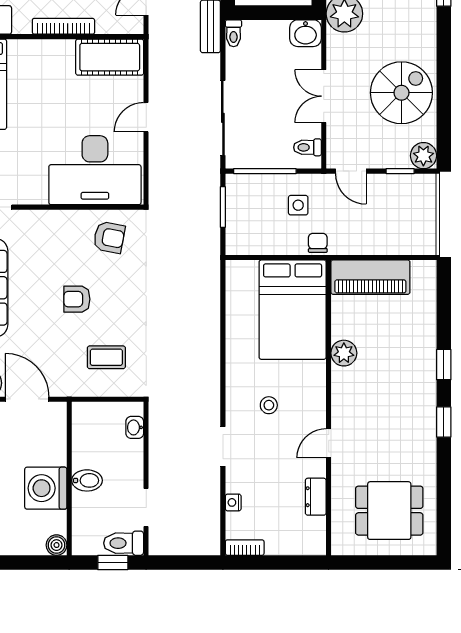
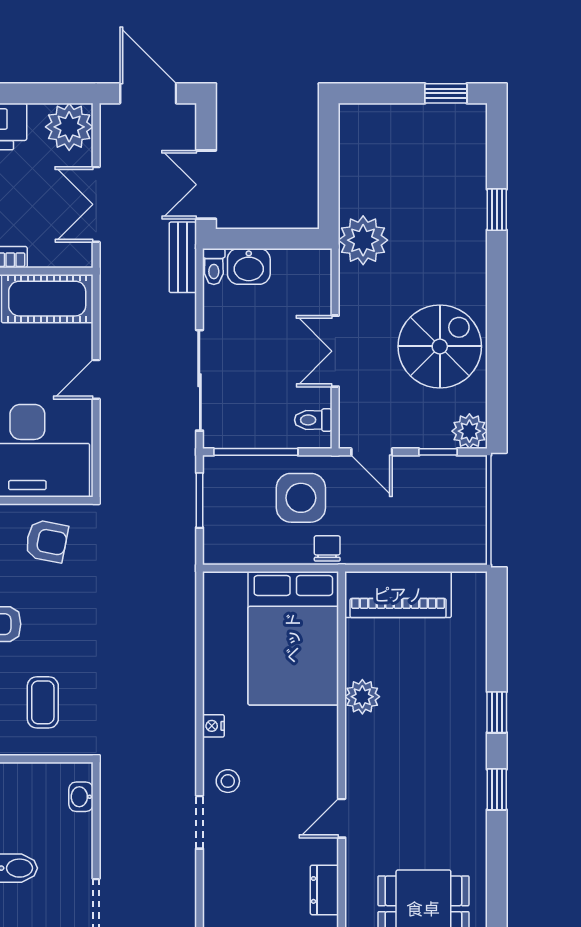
washbasin: (306, 33) -> (249, 266), moved
side table: (298, 205) -> (301, 498), width x1.87, depth x1.87
coffee table: (106, 357) -> (43, 702), turned 90
stool: (269, 405) -> (228, 781), moved
nightstand: (233, 502) -> (213, 726), moved

